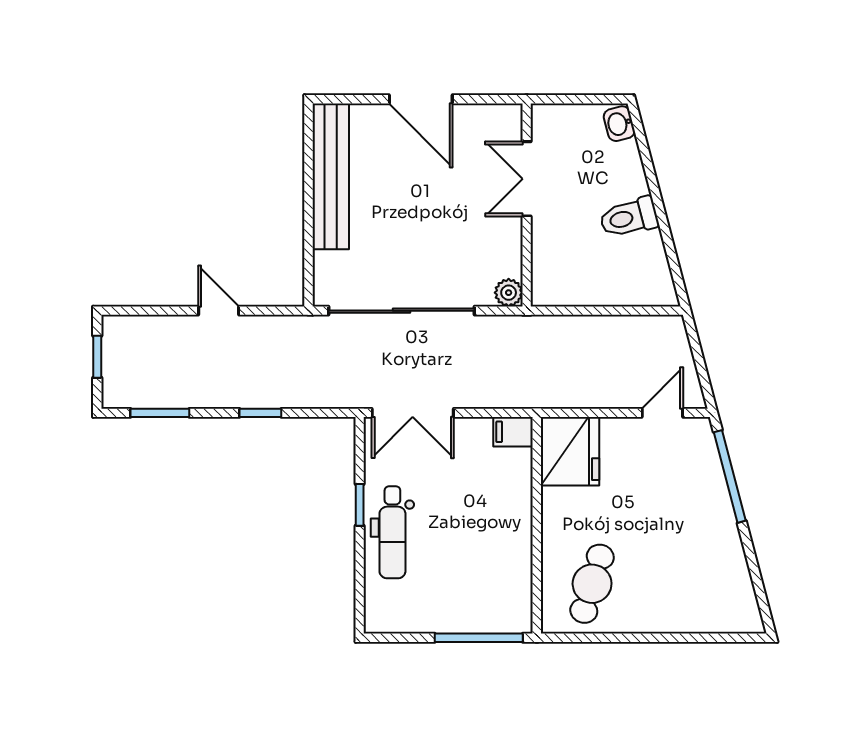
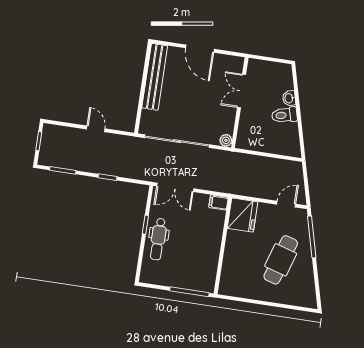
washbasin: (619, 124) -> (289, 98), moved
cafe table: (592, 584) -> (281, 260), moved, width x1.37, depth x1.35

